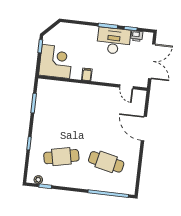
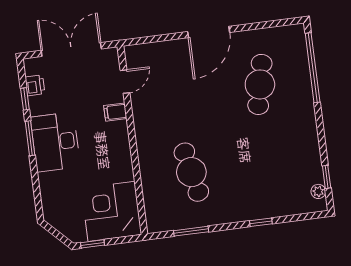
desk: (114, 41) -> (55, 142), moved
filing cabinet: (87, 74) -> (115, 112), moved
door: (144, 129) -> (209, 32), moved
cafe table: (61, 157) -> (191, 172), moved

